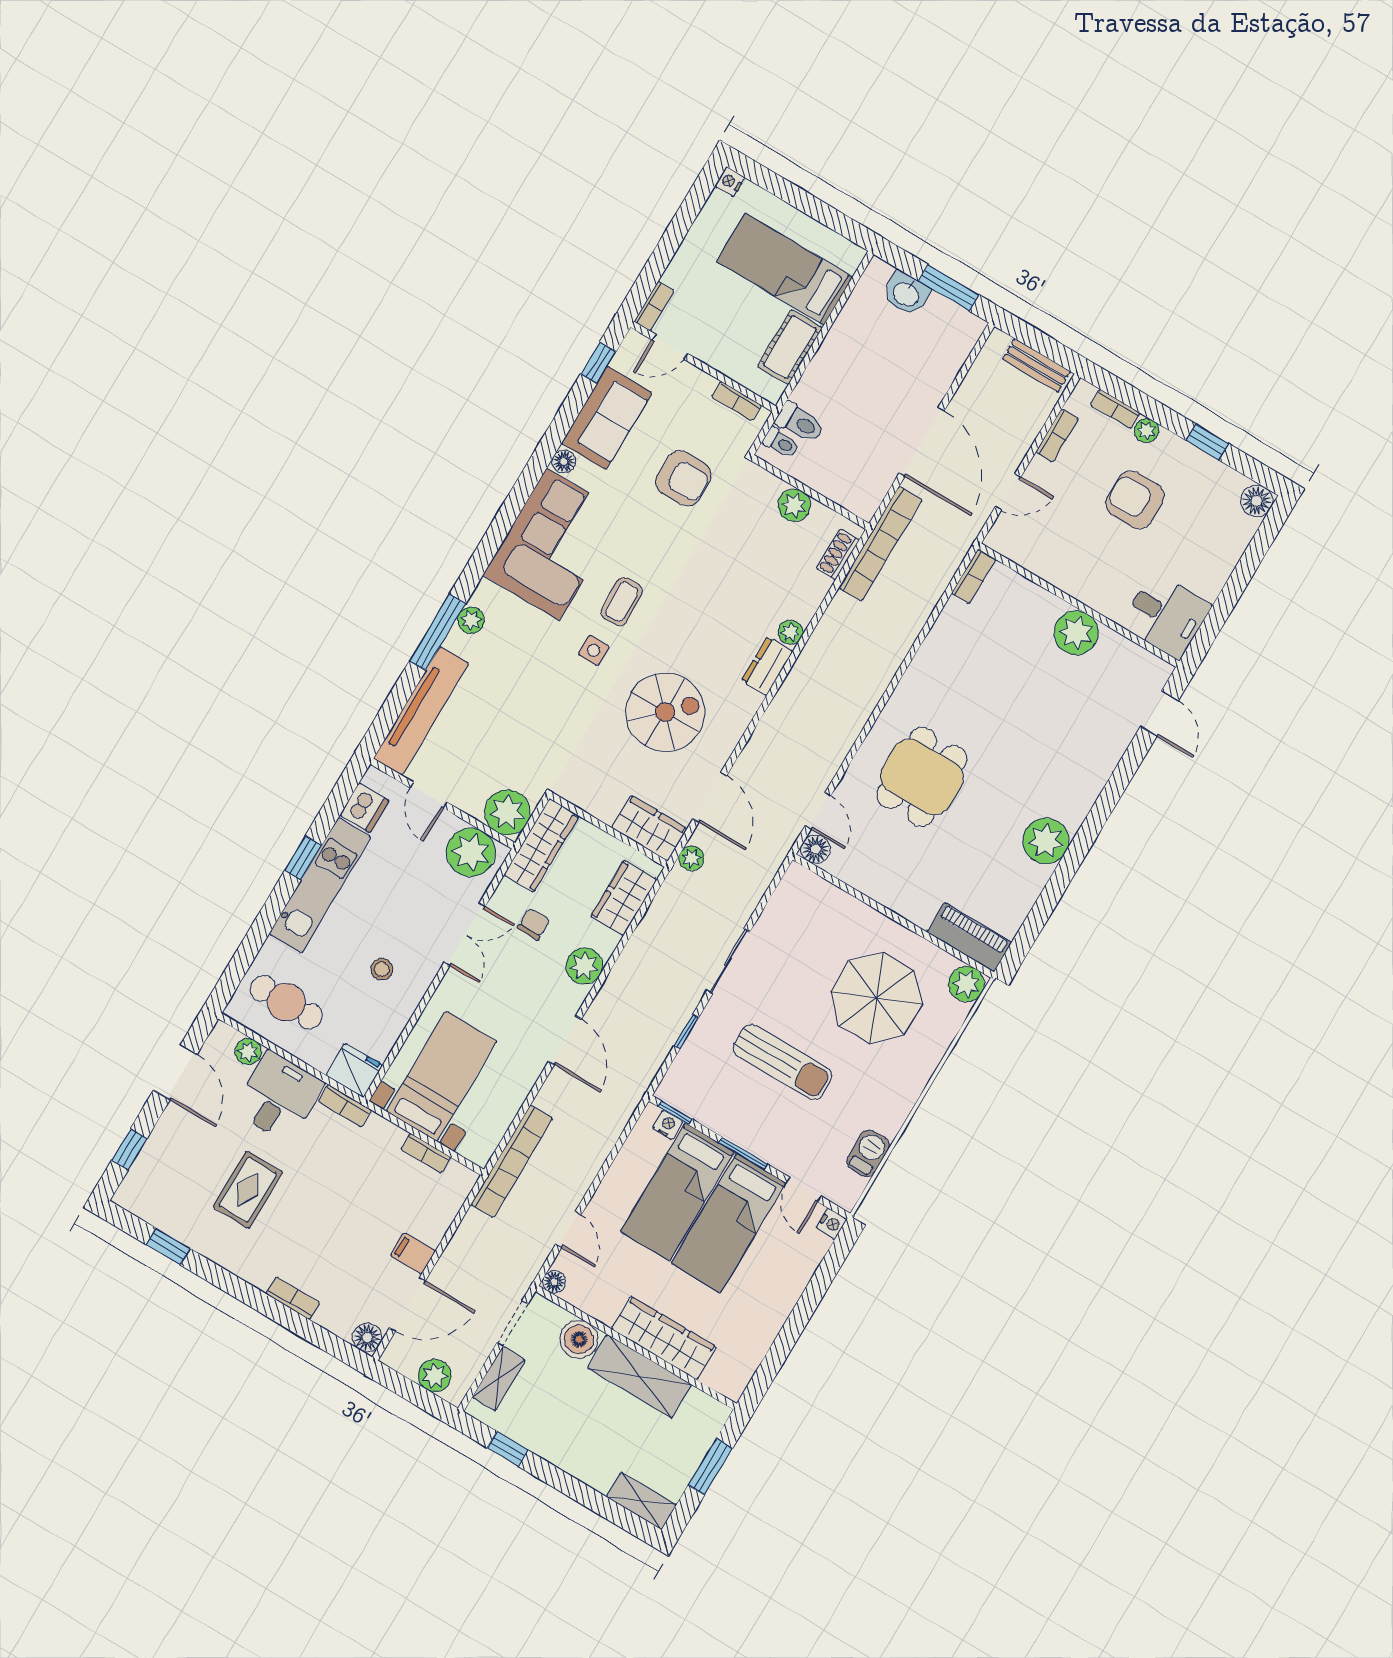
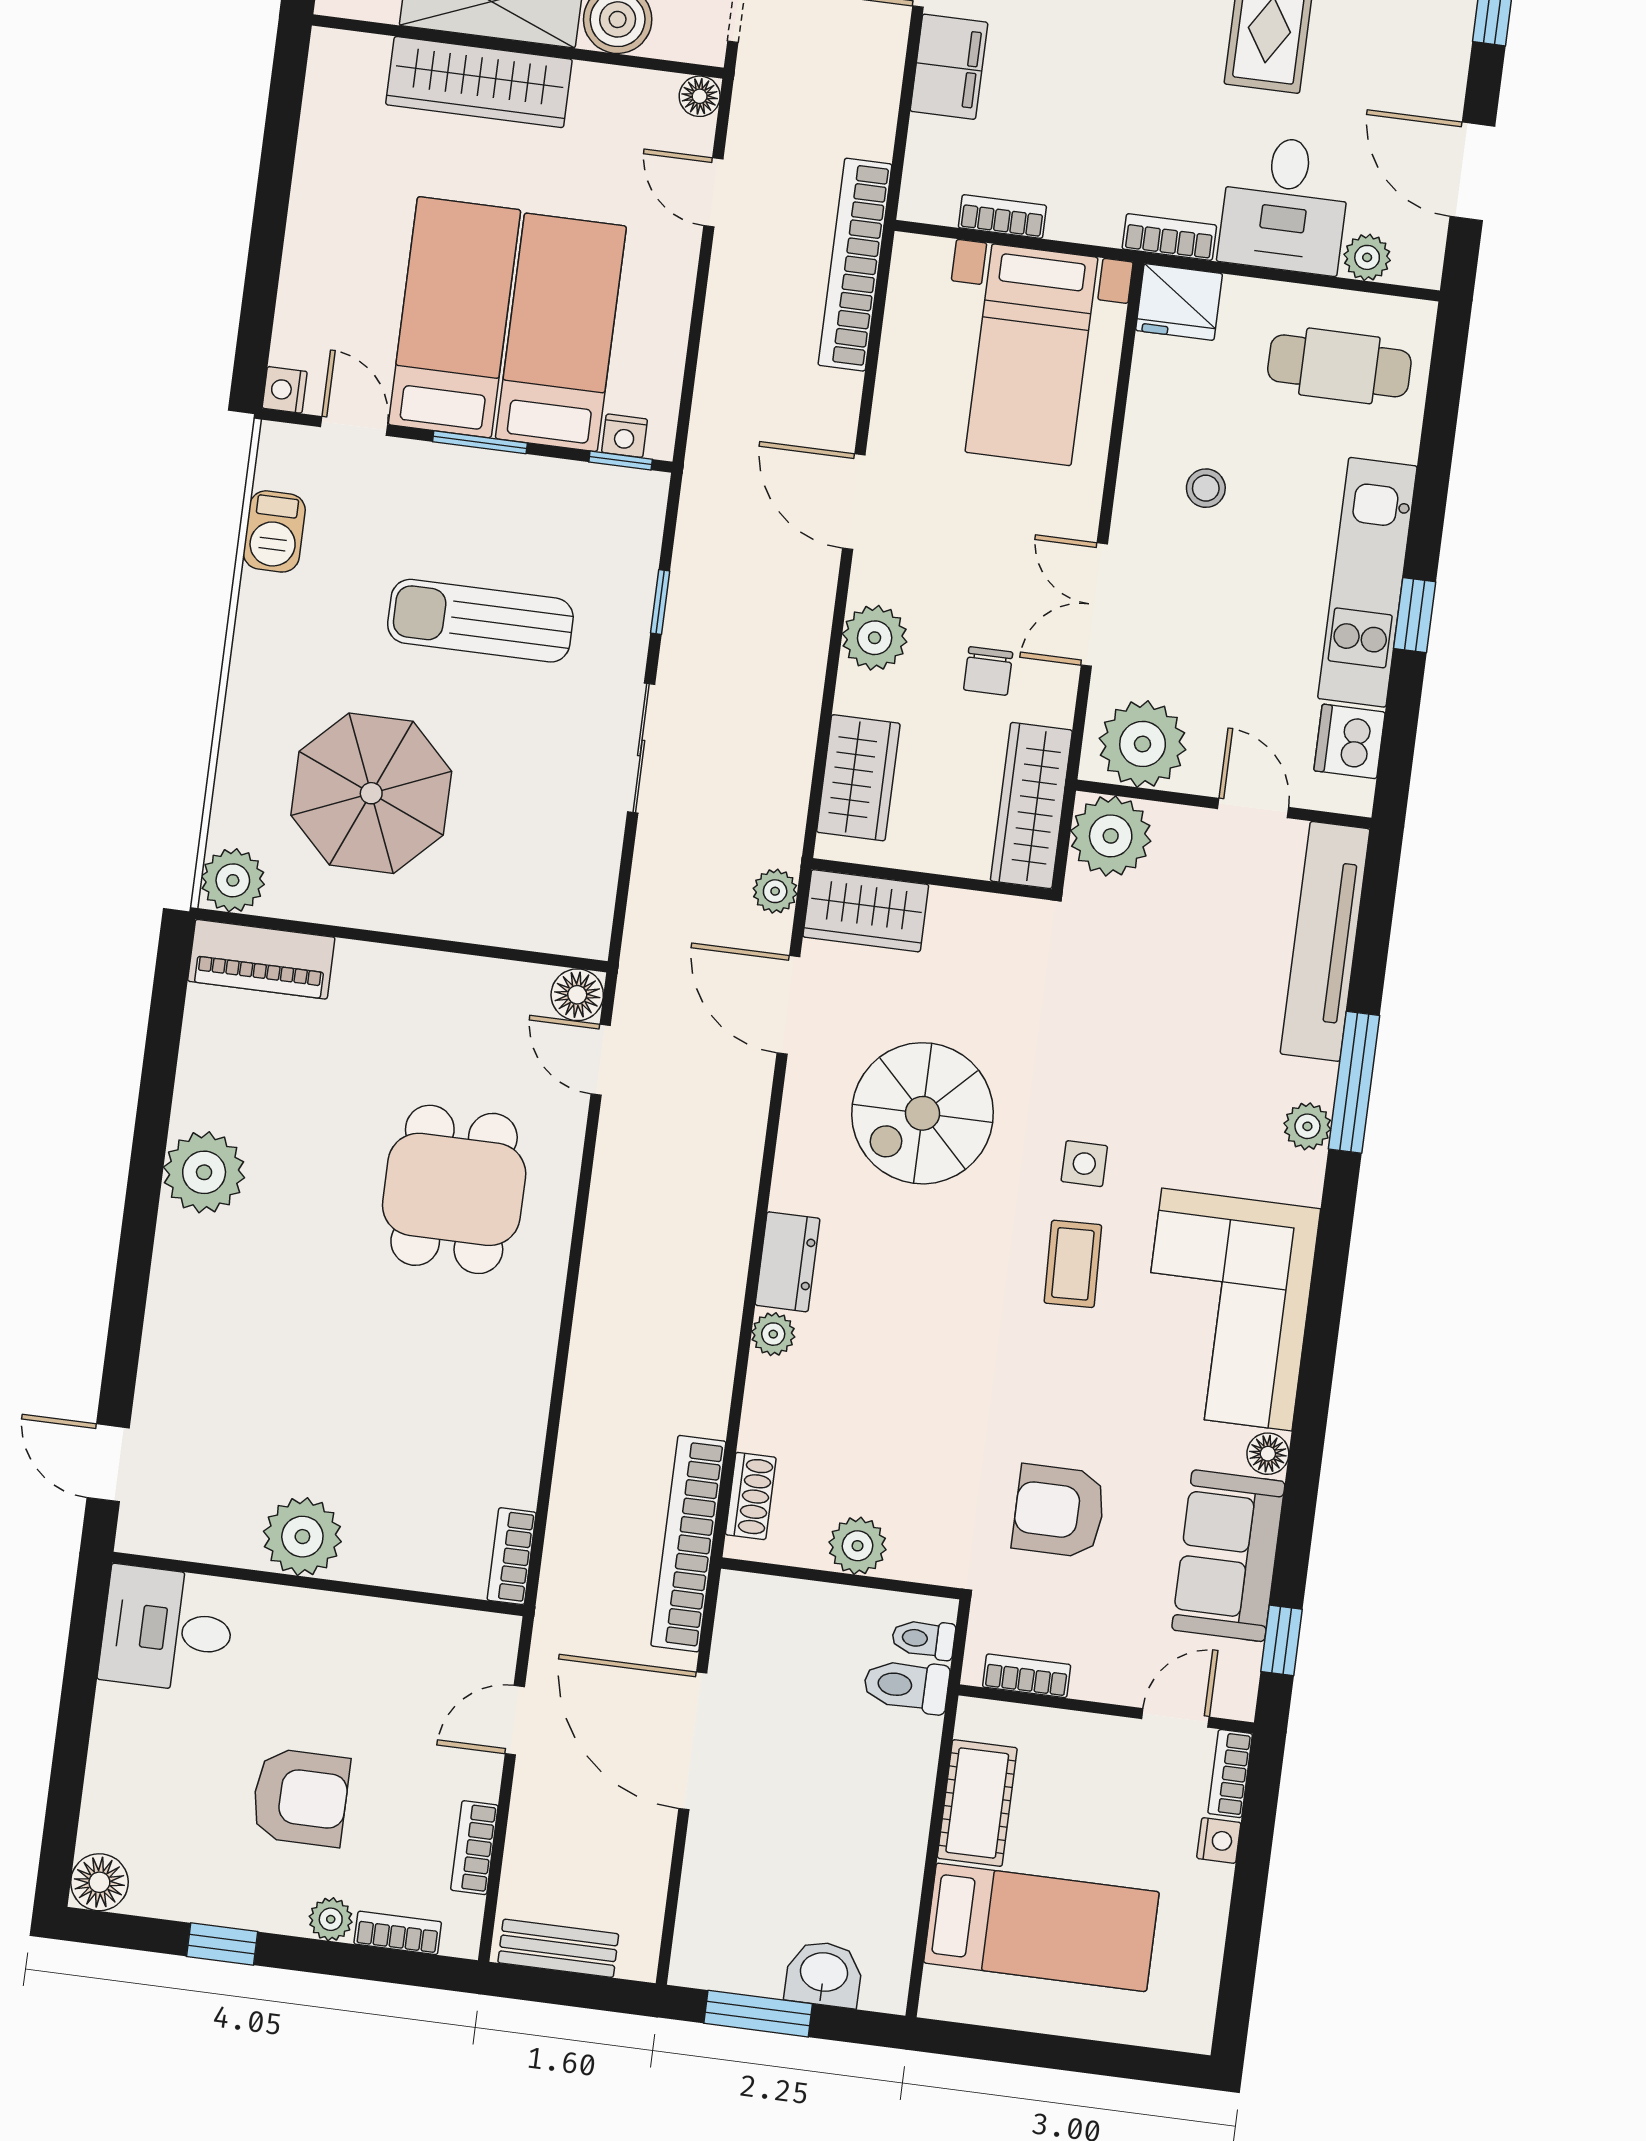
nightstand: (730, 182) -> (1219, 1840), moved
filing cabinet: (413, 1253) -> (949, 67), width x2.00

